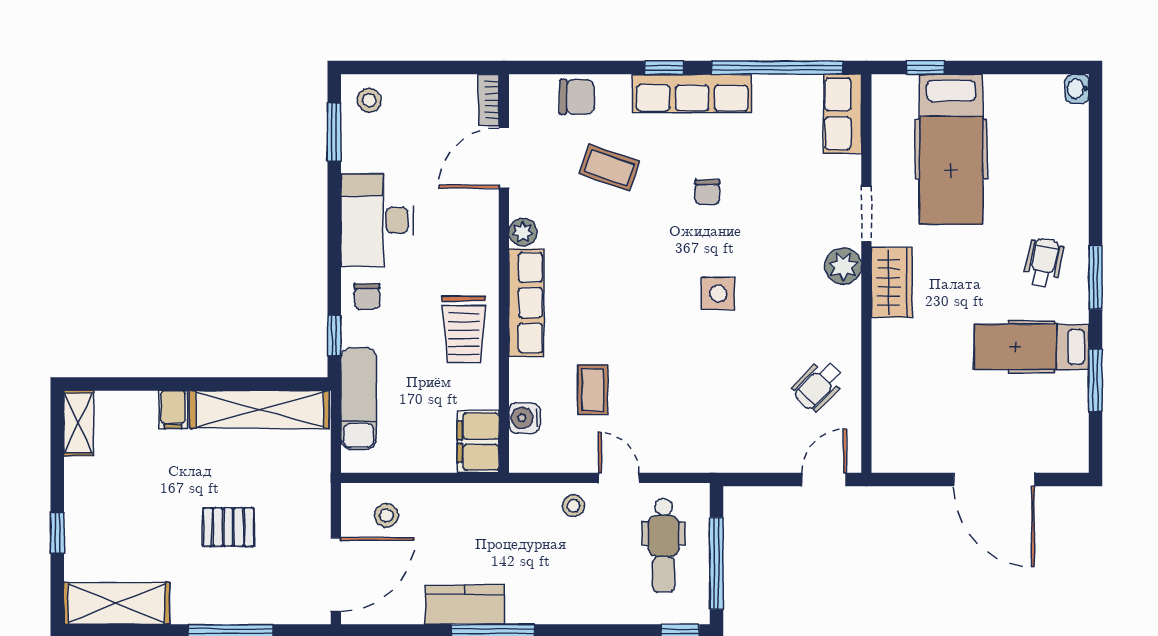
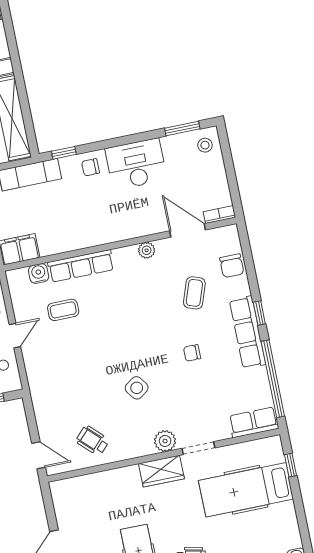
side table: (718, 293) -> (137, 388), moved, turned -36
row of seats: (526, 303) -> (81, 266), moved
trolley: (464, 329) -> (83, 228), removed

